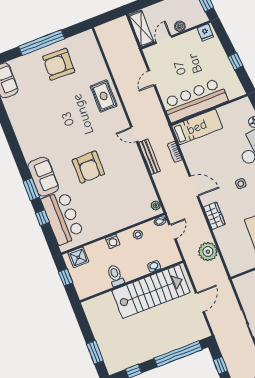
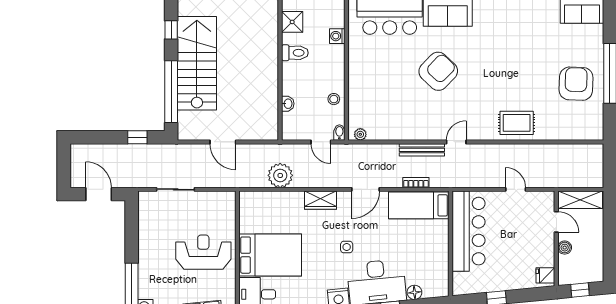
bed: (197, 127) -> (419, 205), moved, turned 90
armchair: (88, 167) -> (438, 71), turned 134
washing machine: (113, 241) -> (337, 36), moved
shower: (78, 257) -> (292, 22), moved
stairs: (151, 291) -> (197, 63), moved, turned 180

